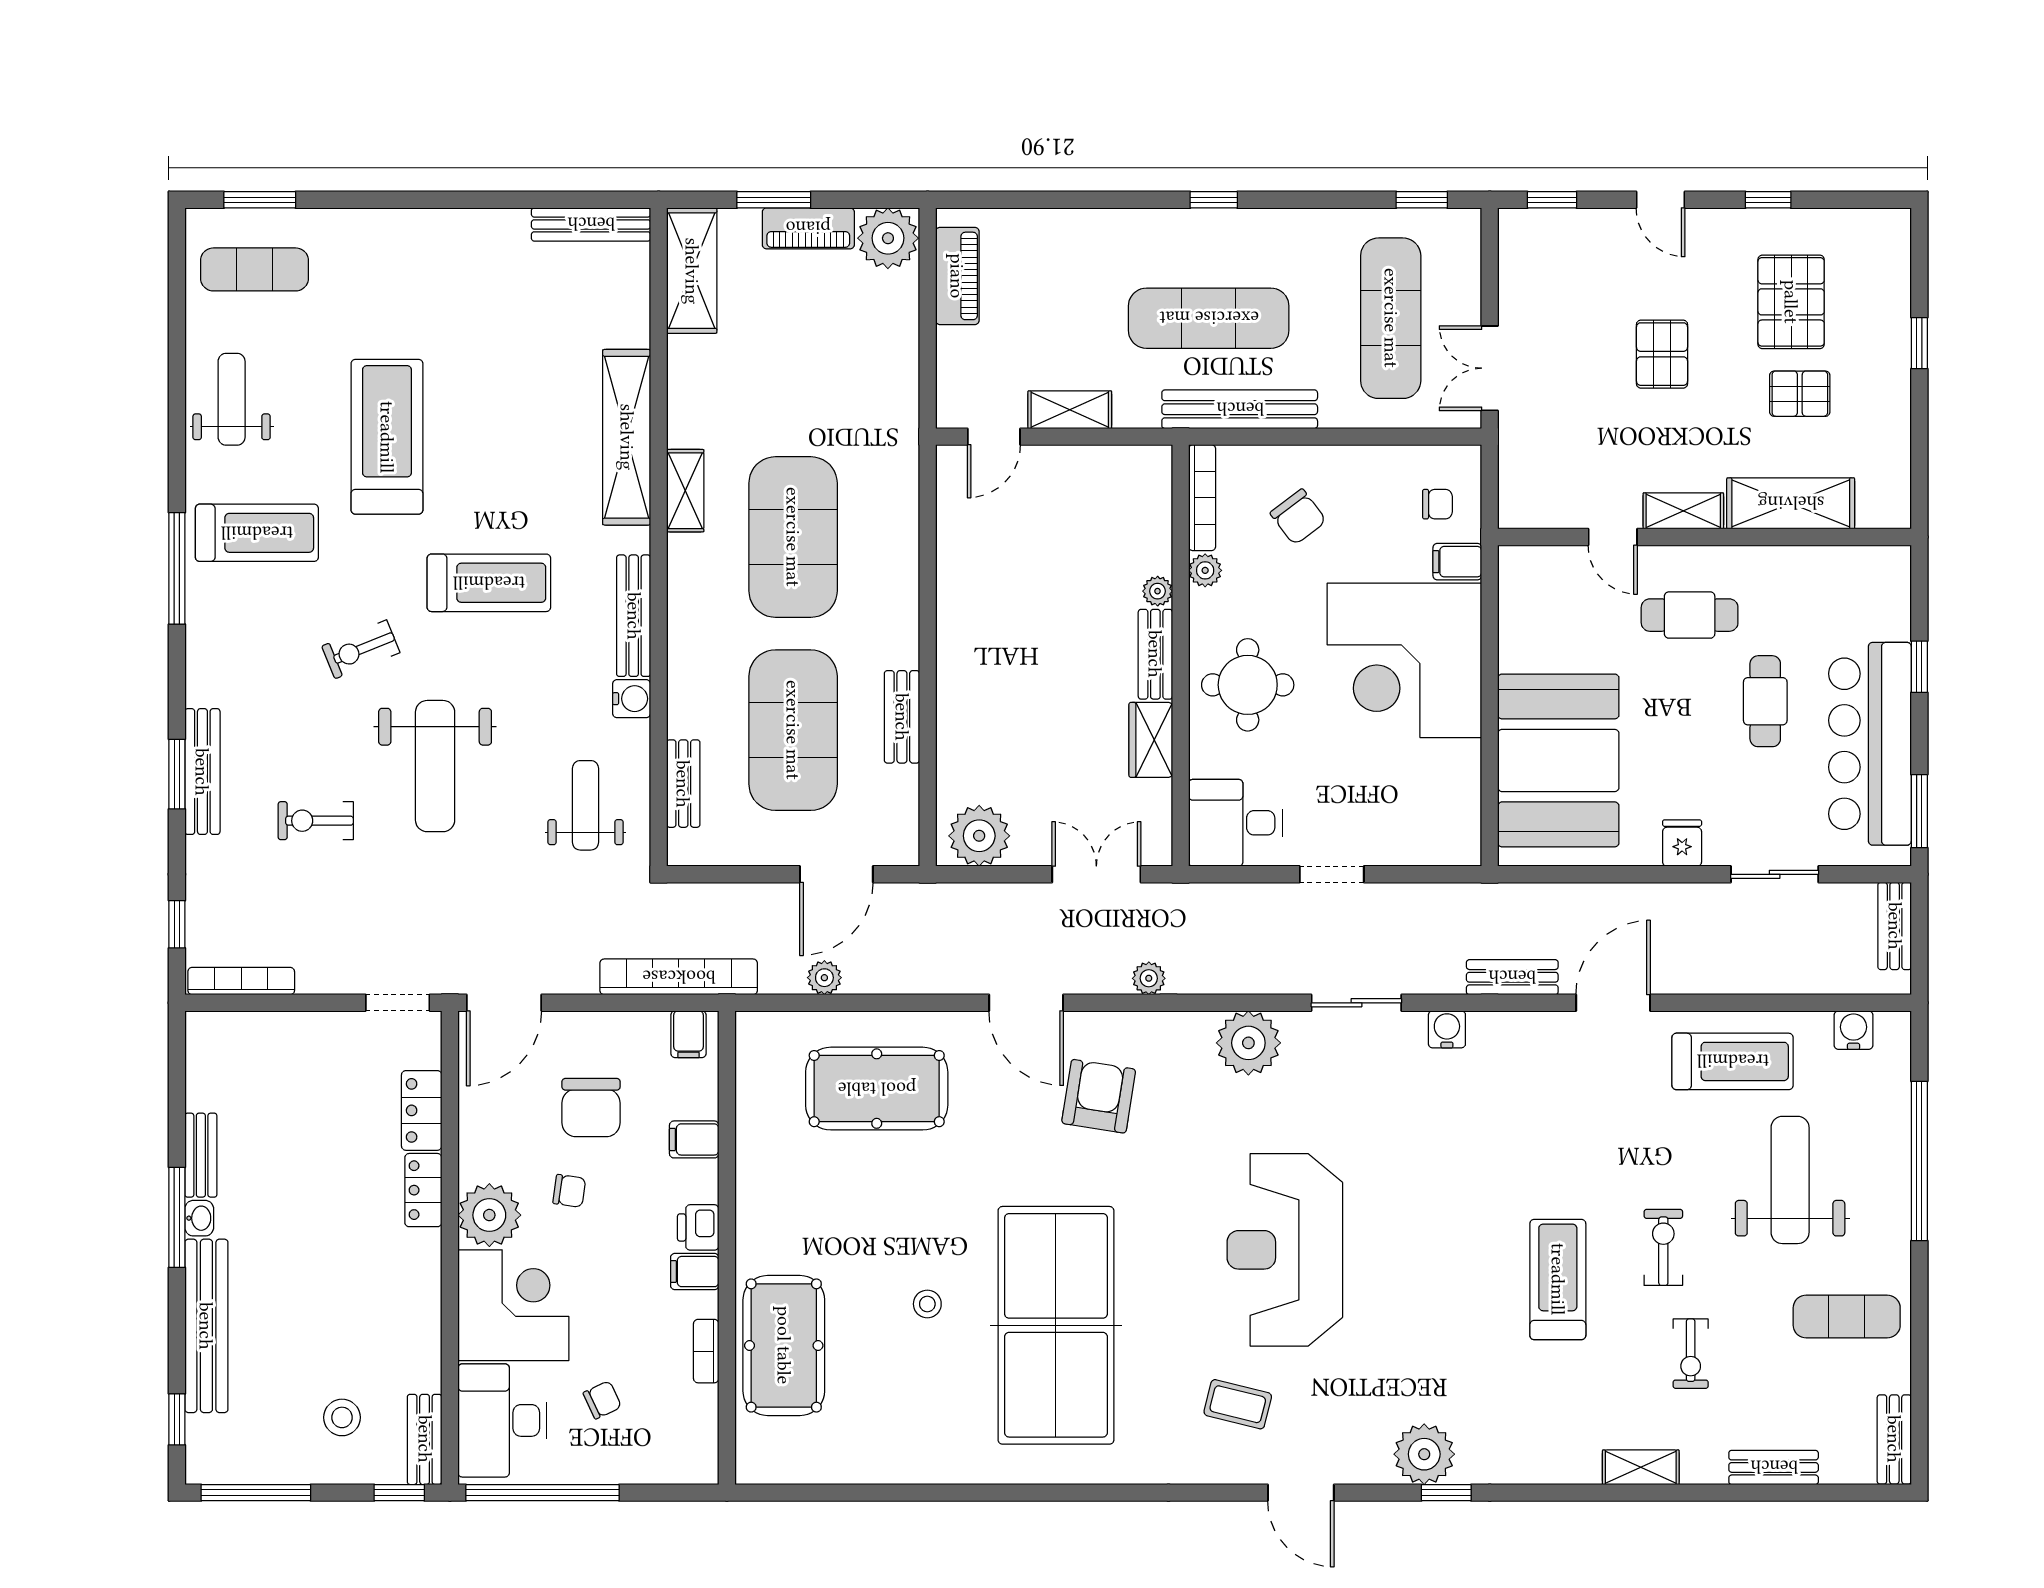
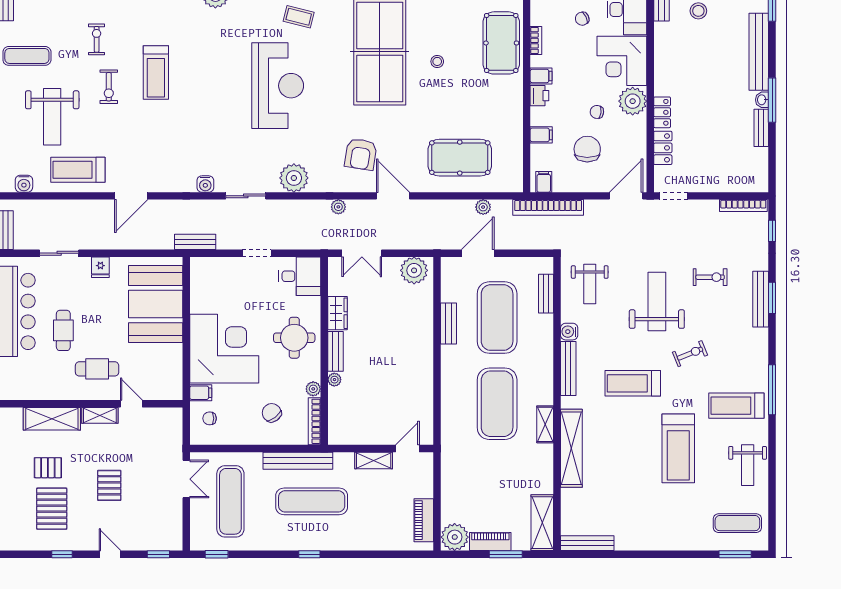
bench: (1512, 977) -> (195, 242), moved

